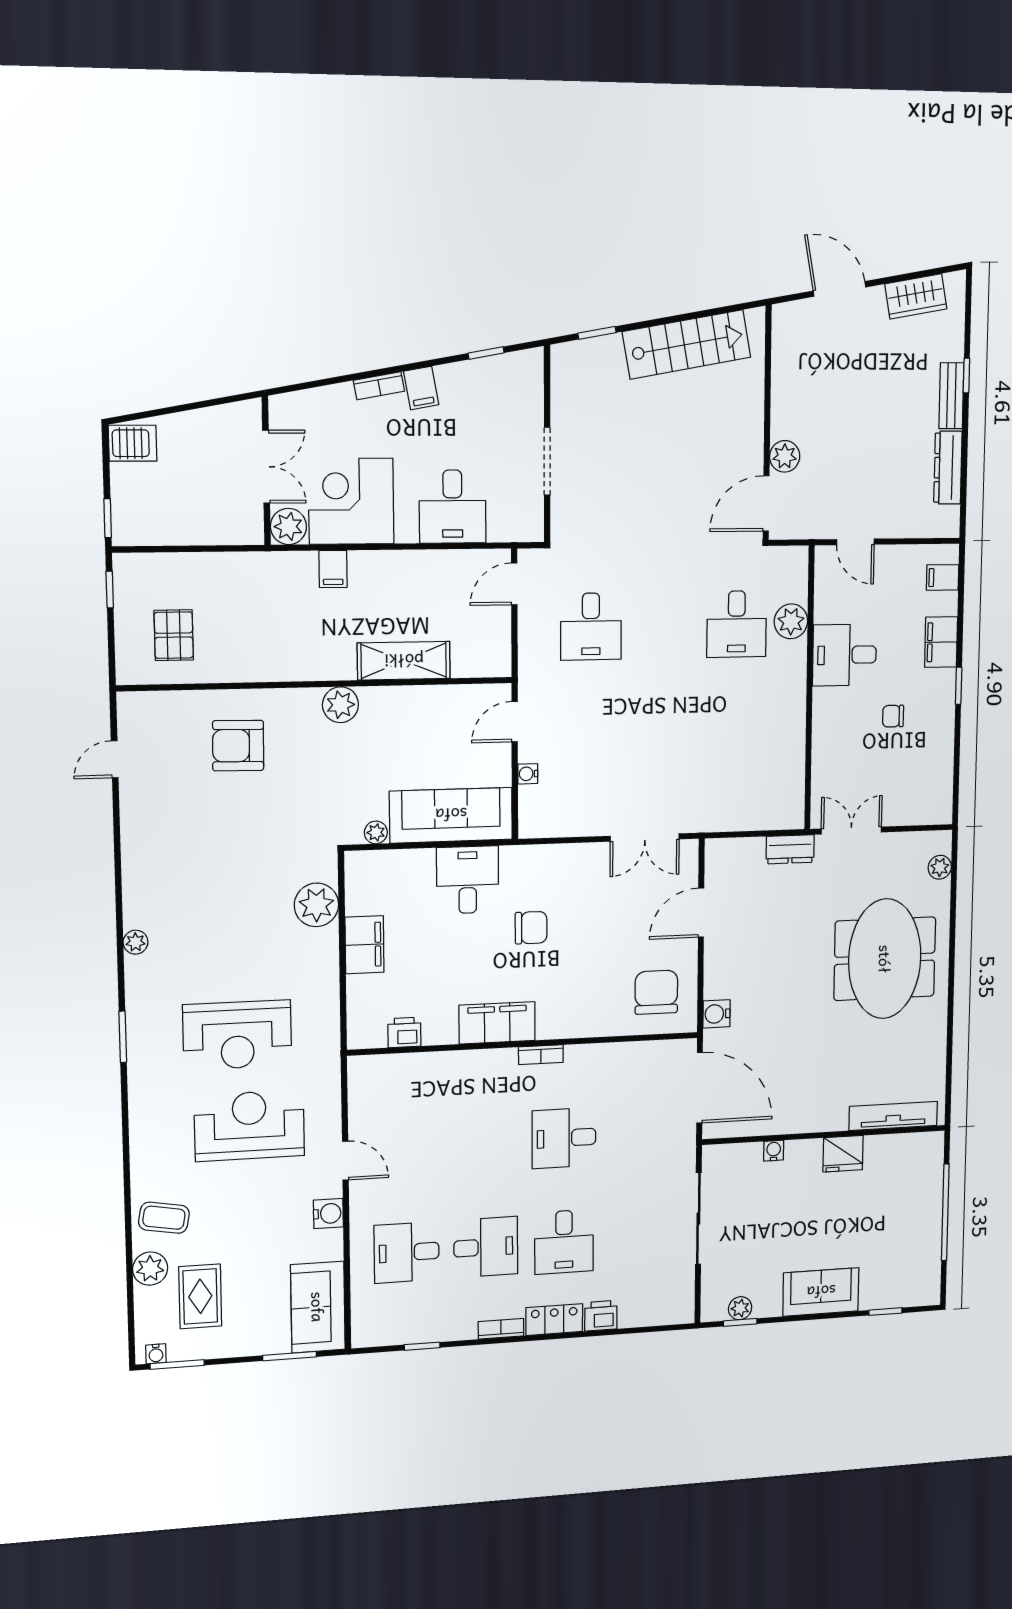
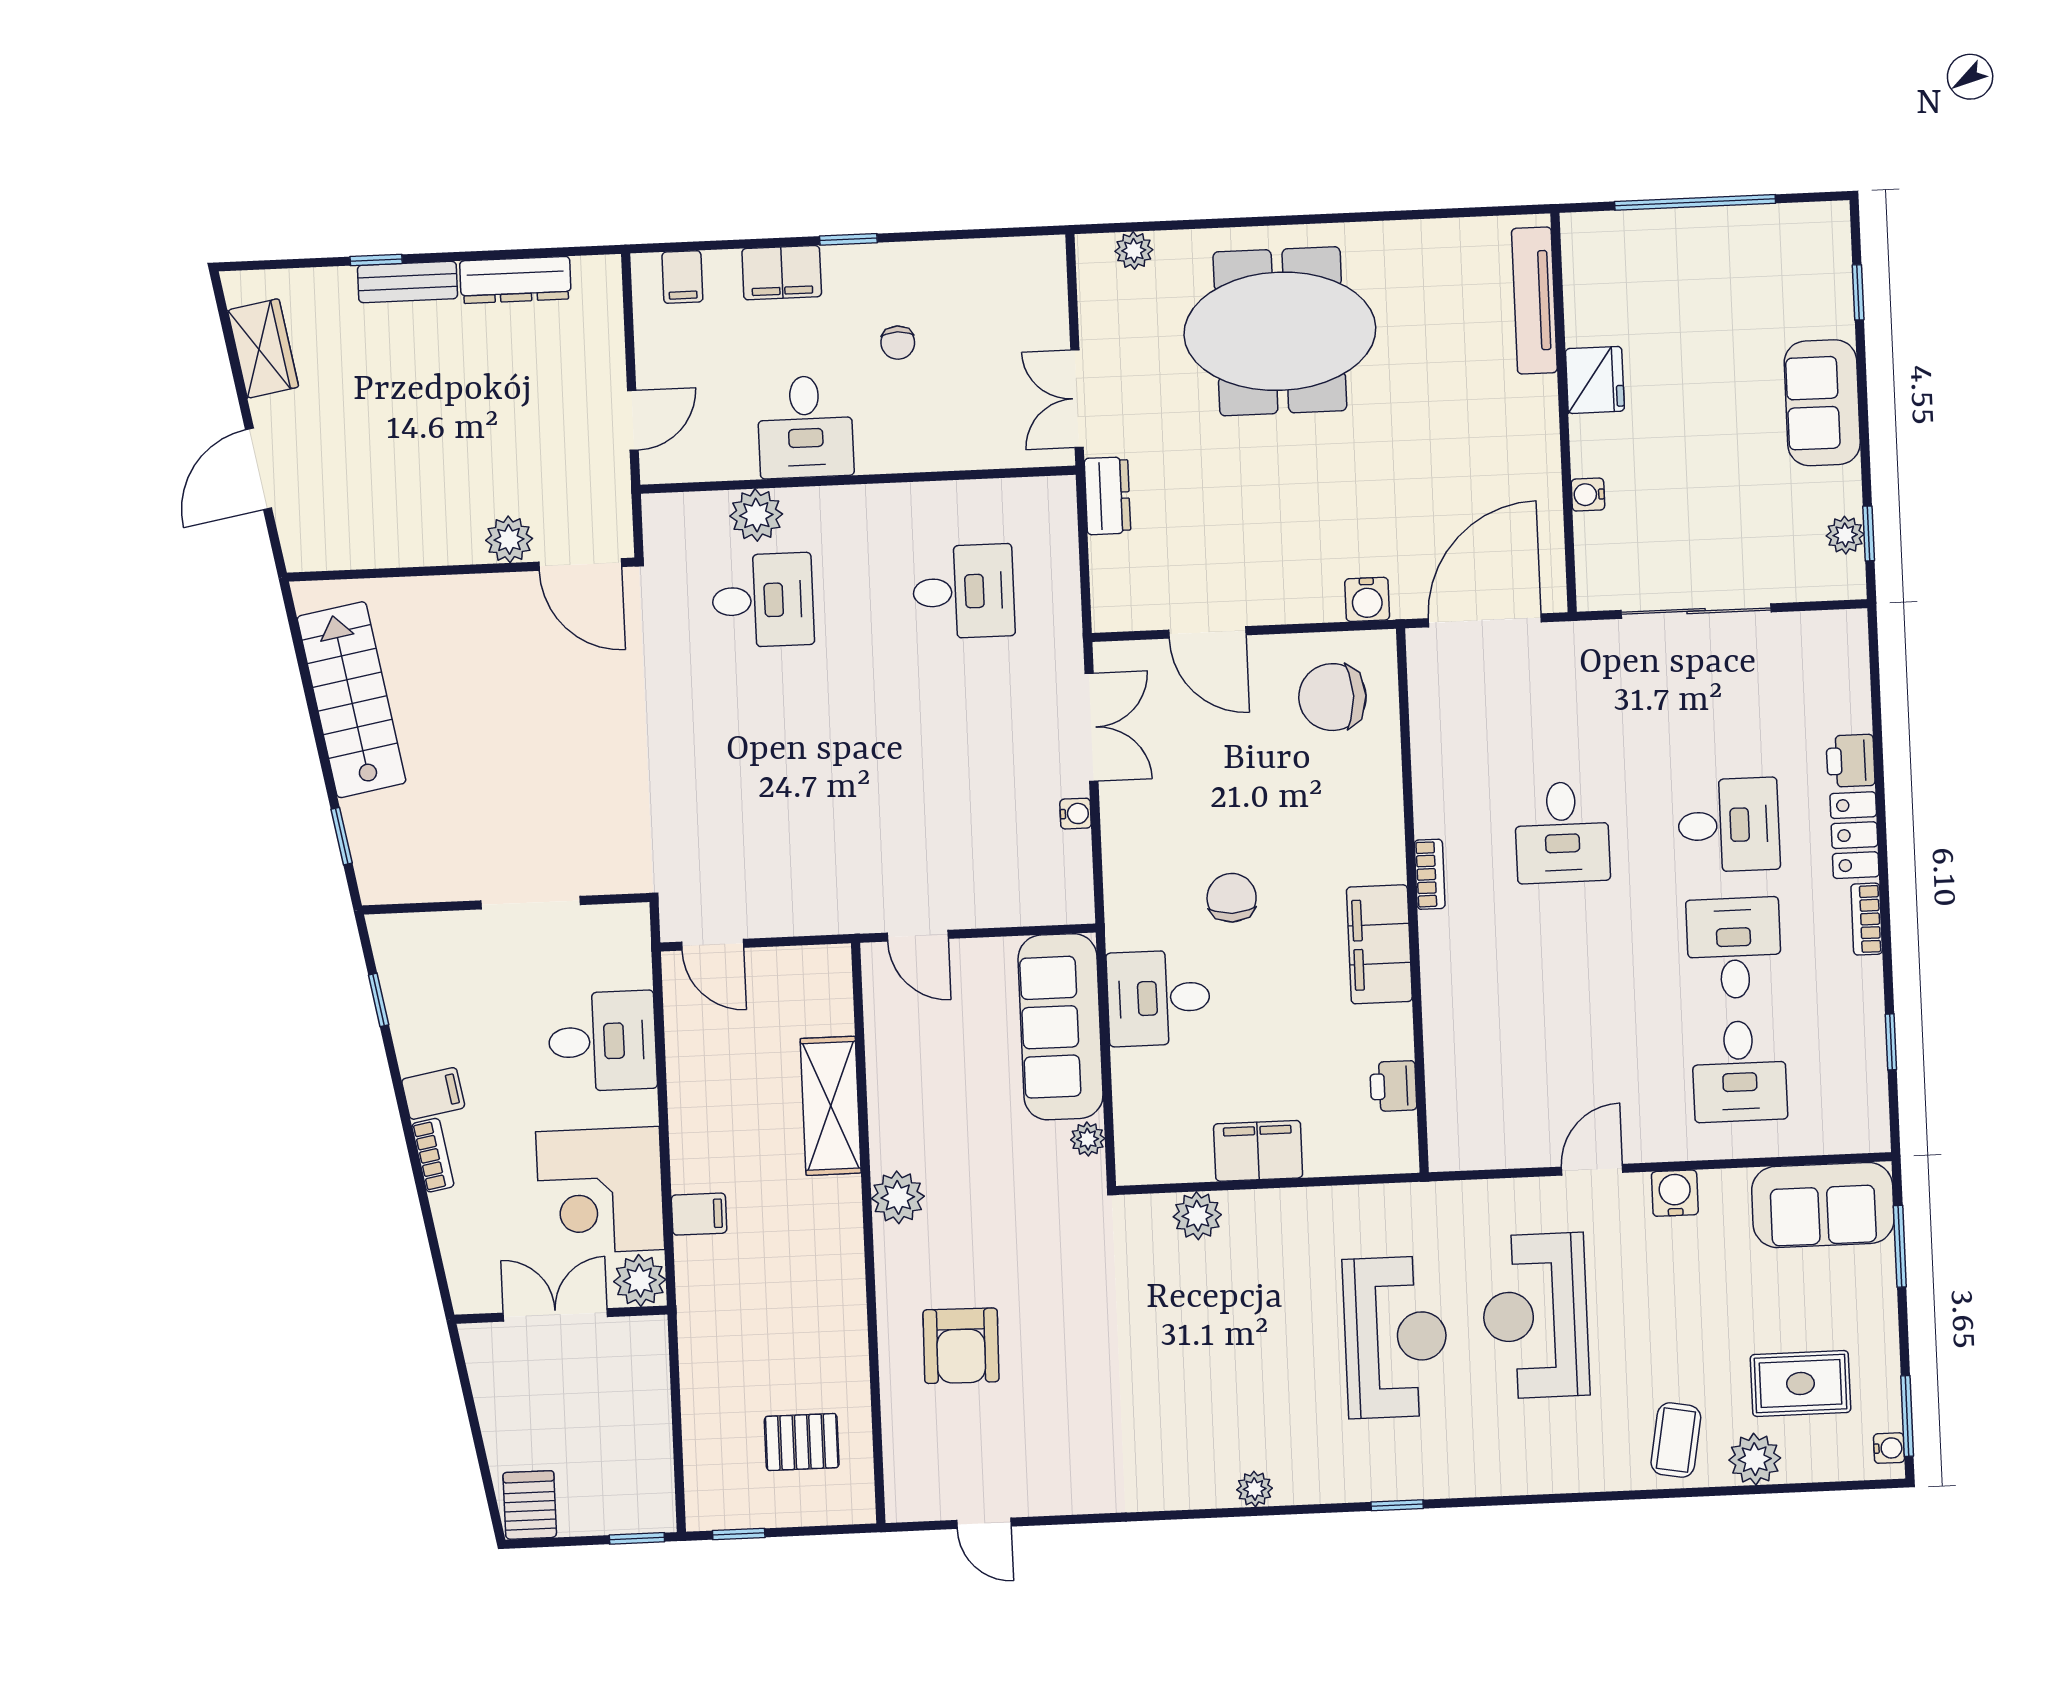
desk: (591, 627) -> (963, 592), moved
water cooler: (528, 774) -> (1076, 814), moved, turned -90
plant: (316, 905) -> (1197, 1216), width x0.73, depth x0.73
window: (123, 1037) -> (1397, 1505), width x0.67

